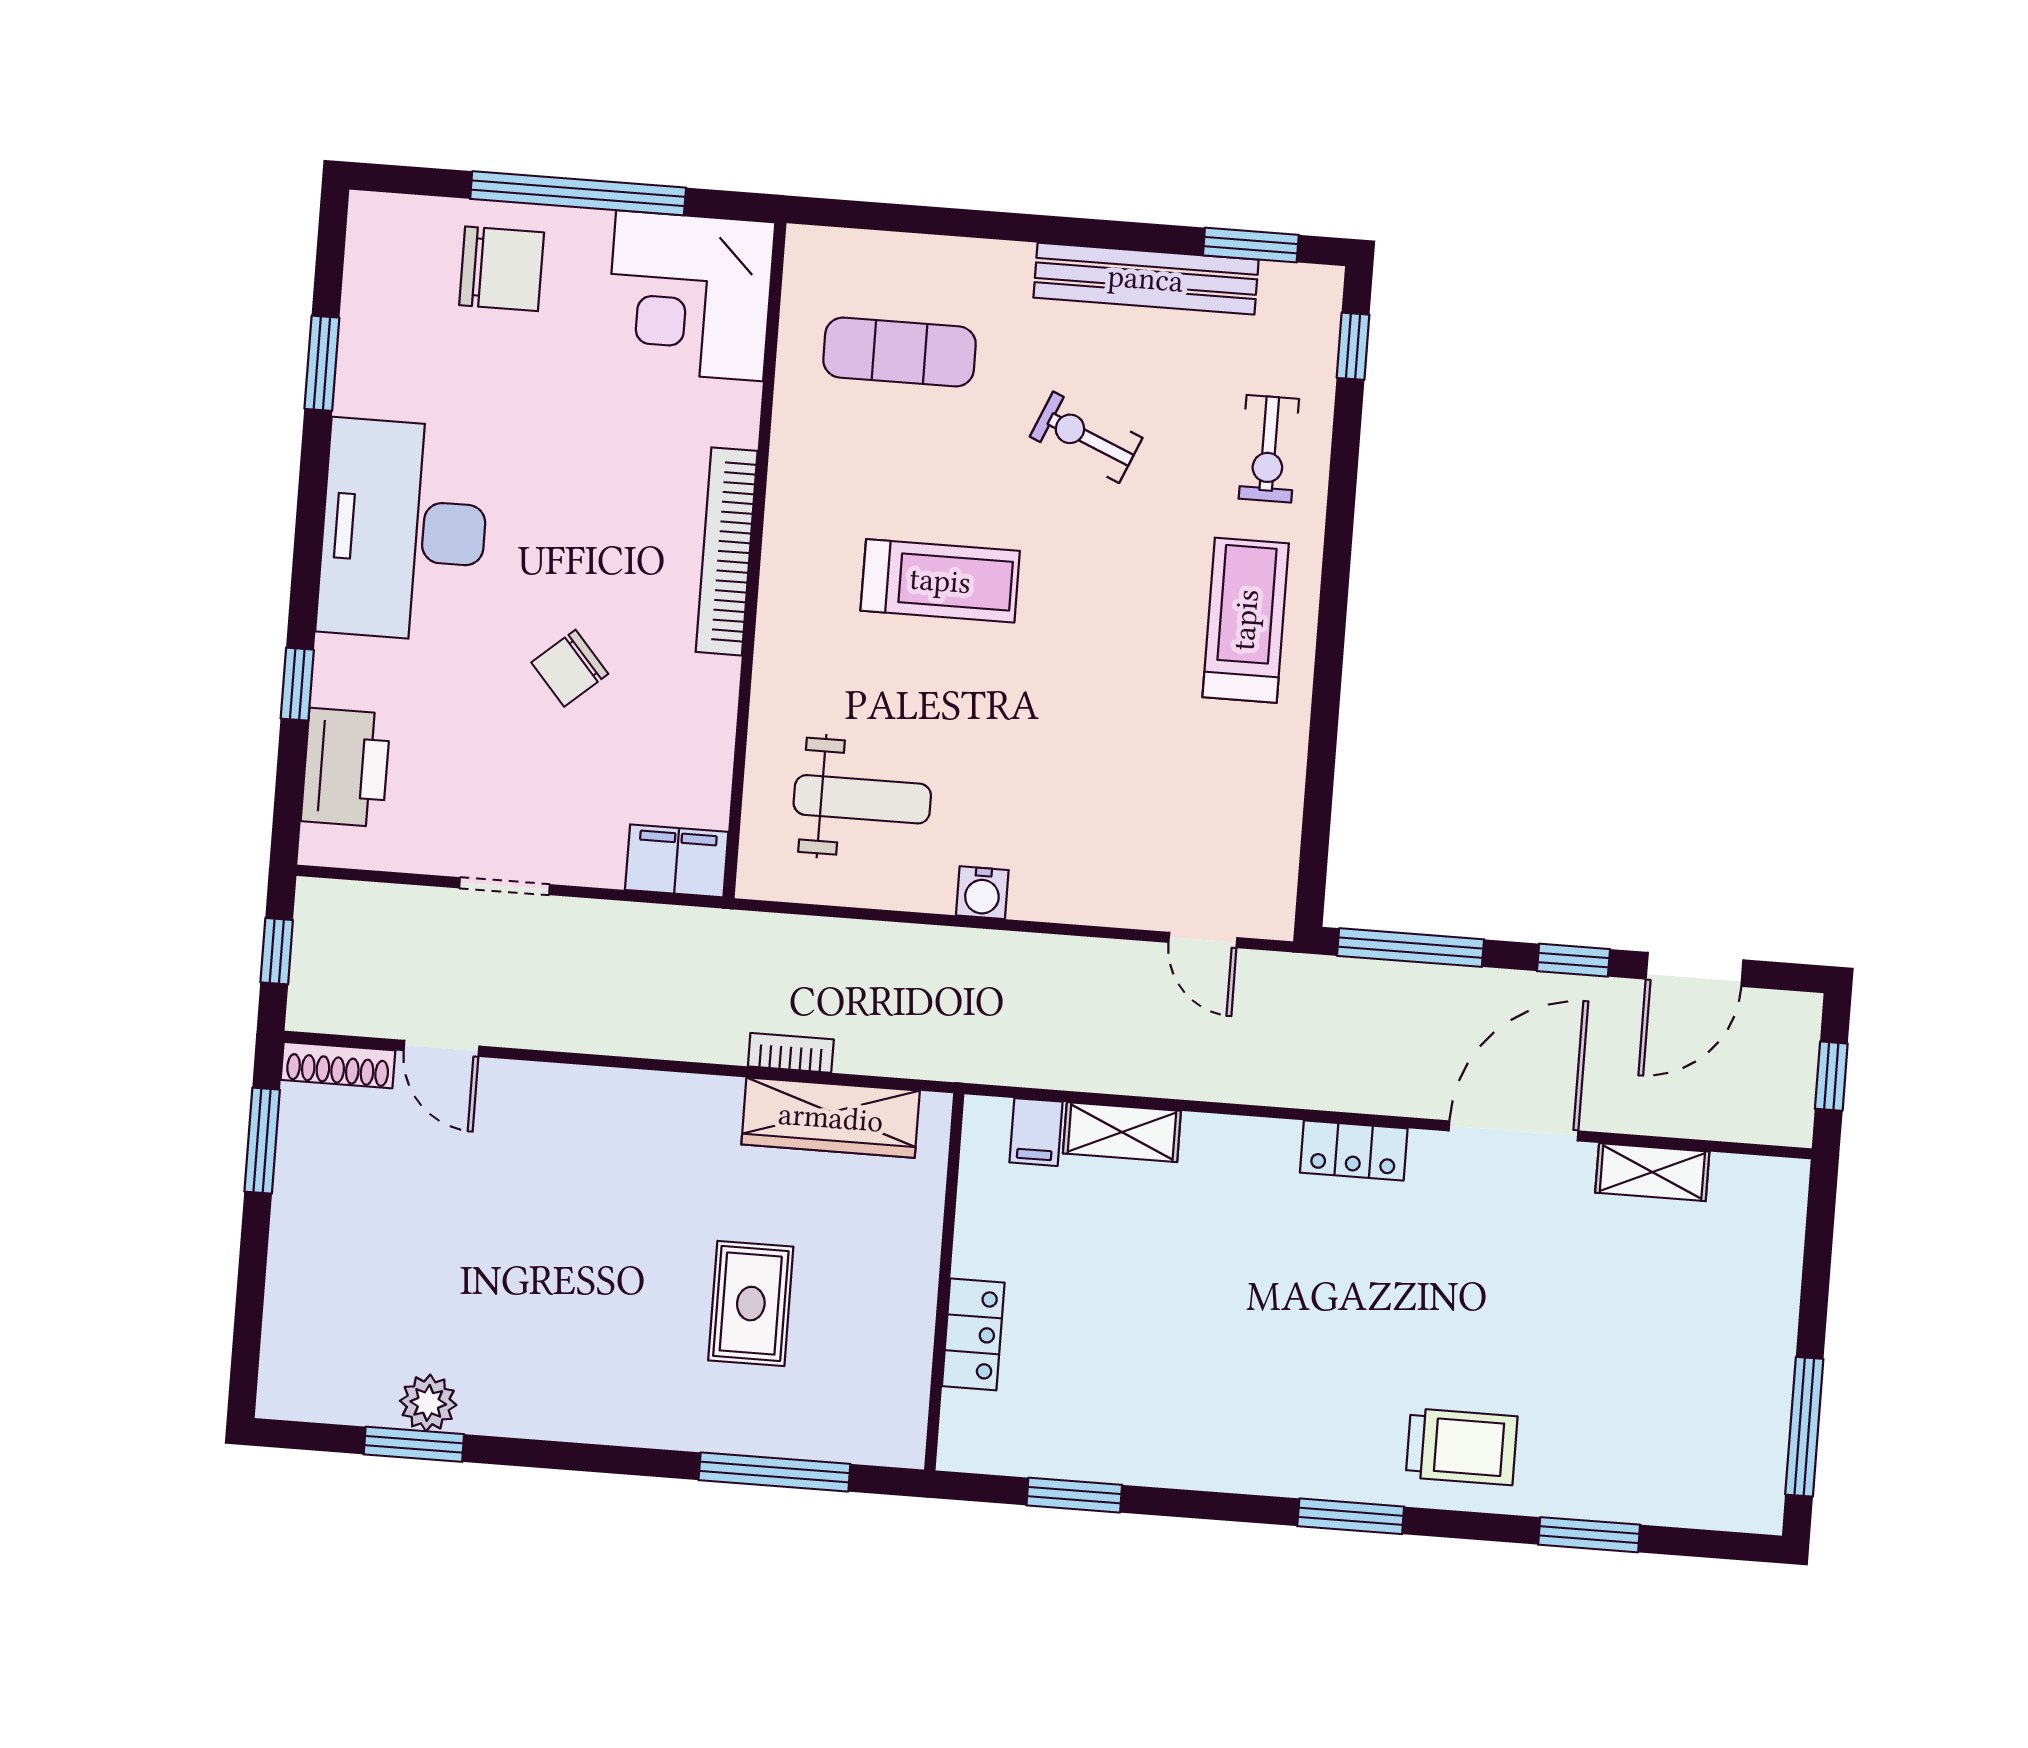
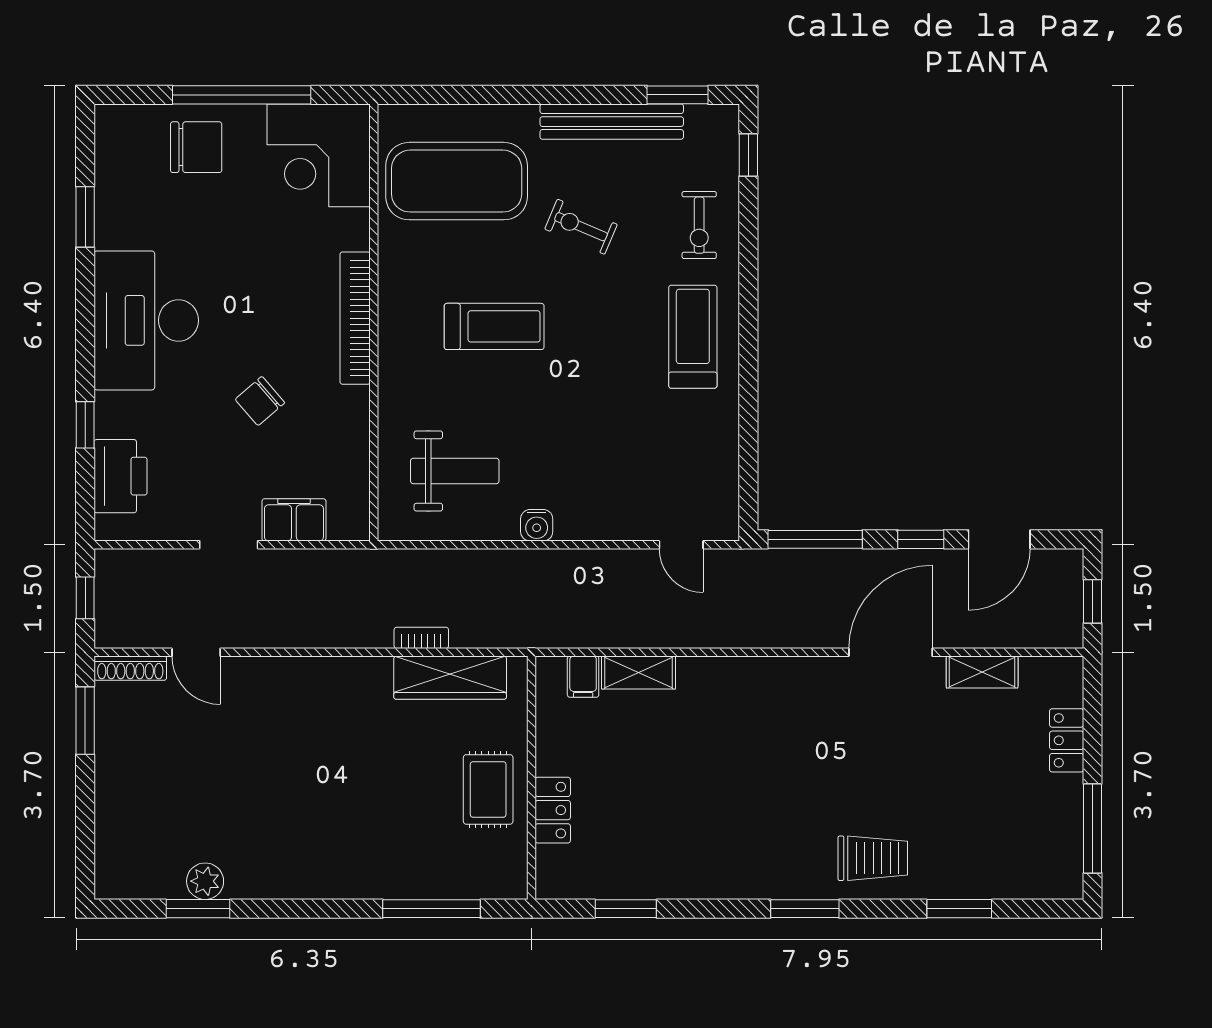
exercise mat: (900, 352) -> (457, 181), width x2.00, depth x1.45
filing cabinet: (677, 861) -> (294, 520), moved
locker: (1354, 1150) -> (1067, 740), moved, turned 90
rug: (751, 1304) -> (488, 789), moved

